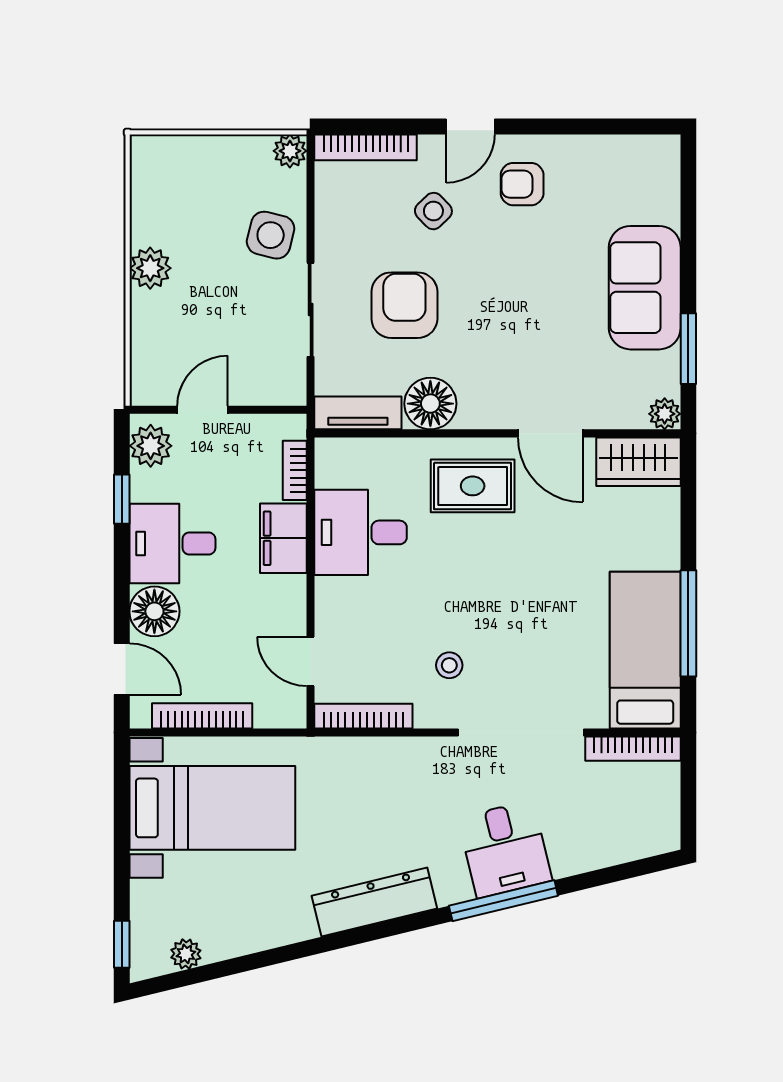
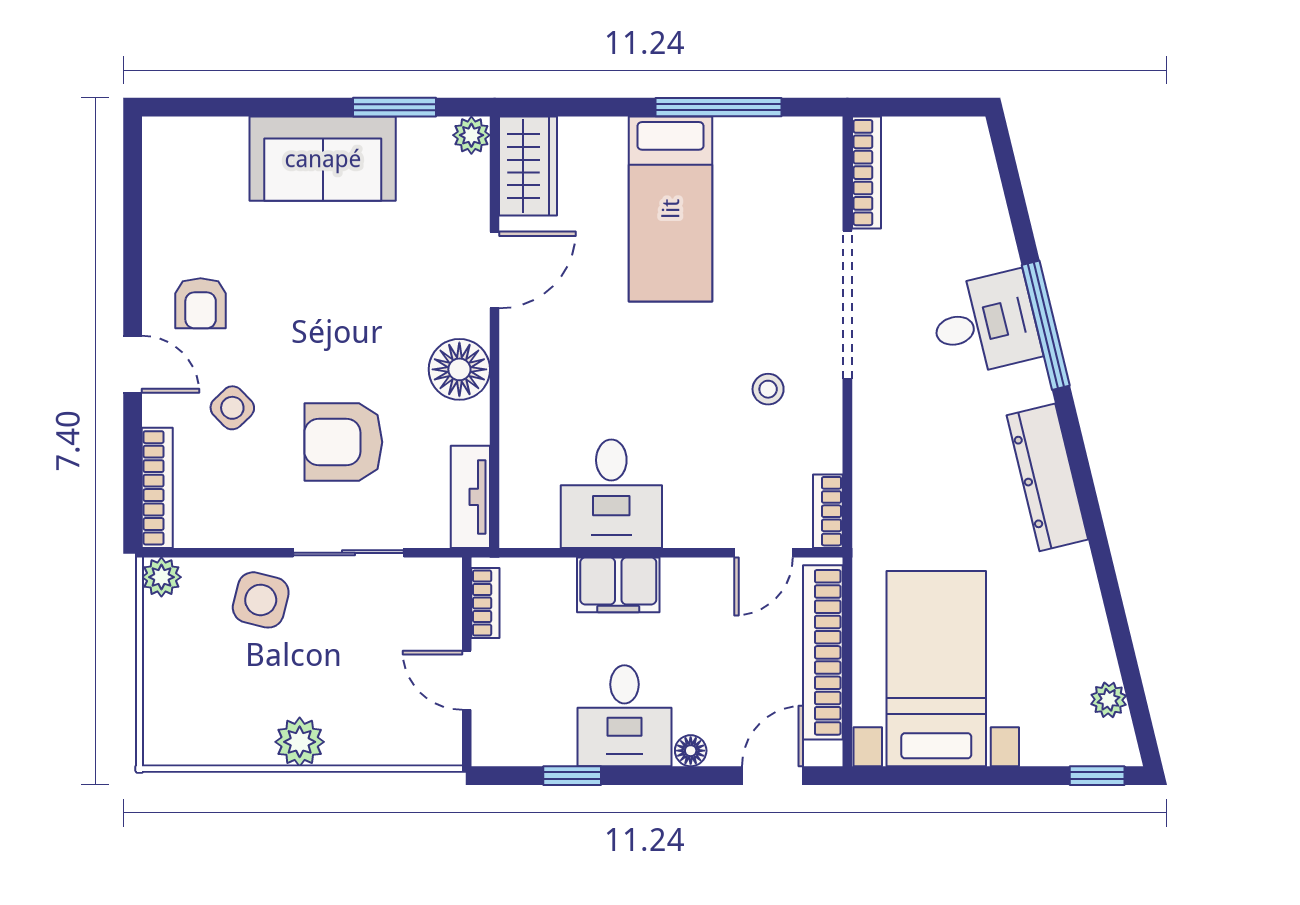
floor lamp: (430, 404) -> (459, 369), moved
plant: (151, 446) -> (509, 741), removed
bookcase: (295, 470) -> (485, 603), moved, turned -90
rug: (473, 486) -> (557, 362), removed
floor lamp: (154, 611) -> (691, 751), width x0.53, depth x0.53
bed: (645, 650) -> (671, 209), moved, turned -90
bookcase: (202, 716) -> (823, 652), width x1.48, depth x1.31
bookcase: (363, 716) -> (828, 511), width x0.64

